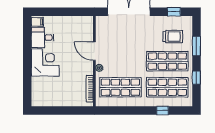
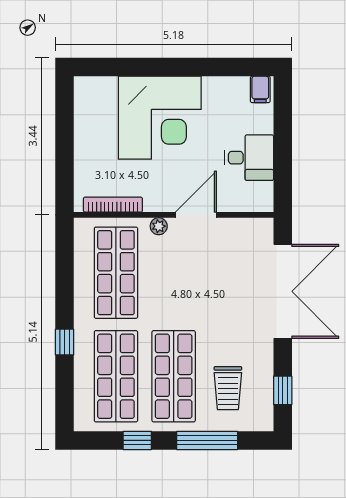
desk: (43, 38) -> (249, 158), moved, turned 90
window: (196, 46) -> (207, 440), width x1.44
corner desk: (45, 62) -> (160, 118), width x1.36, depth x1.36
window: (163, 111) -> (65, 342), moved

